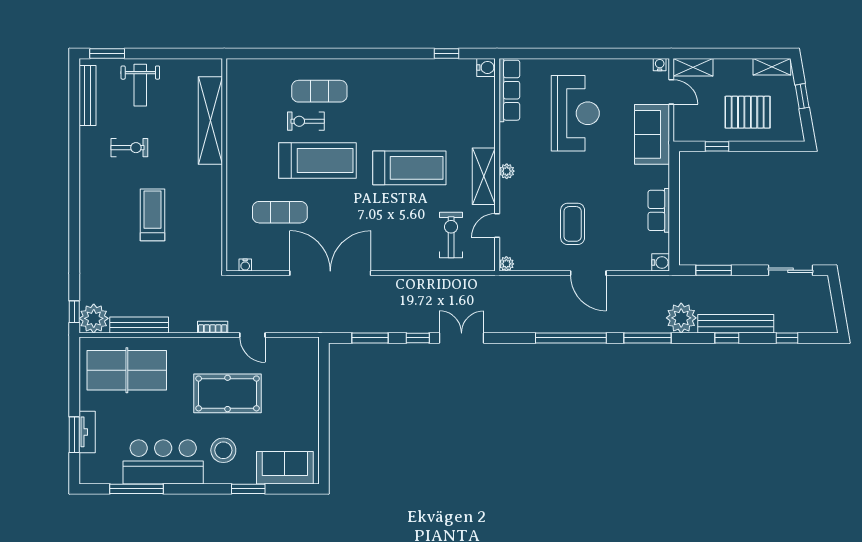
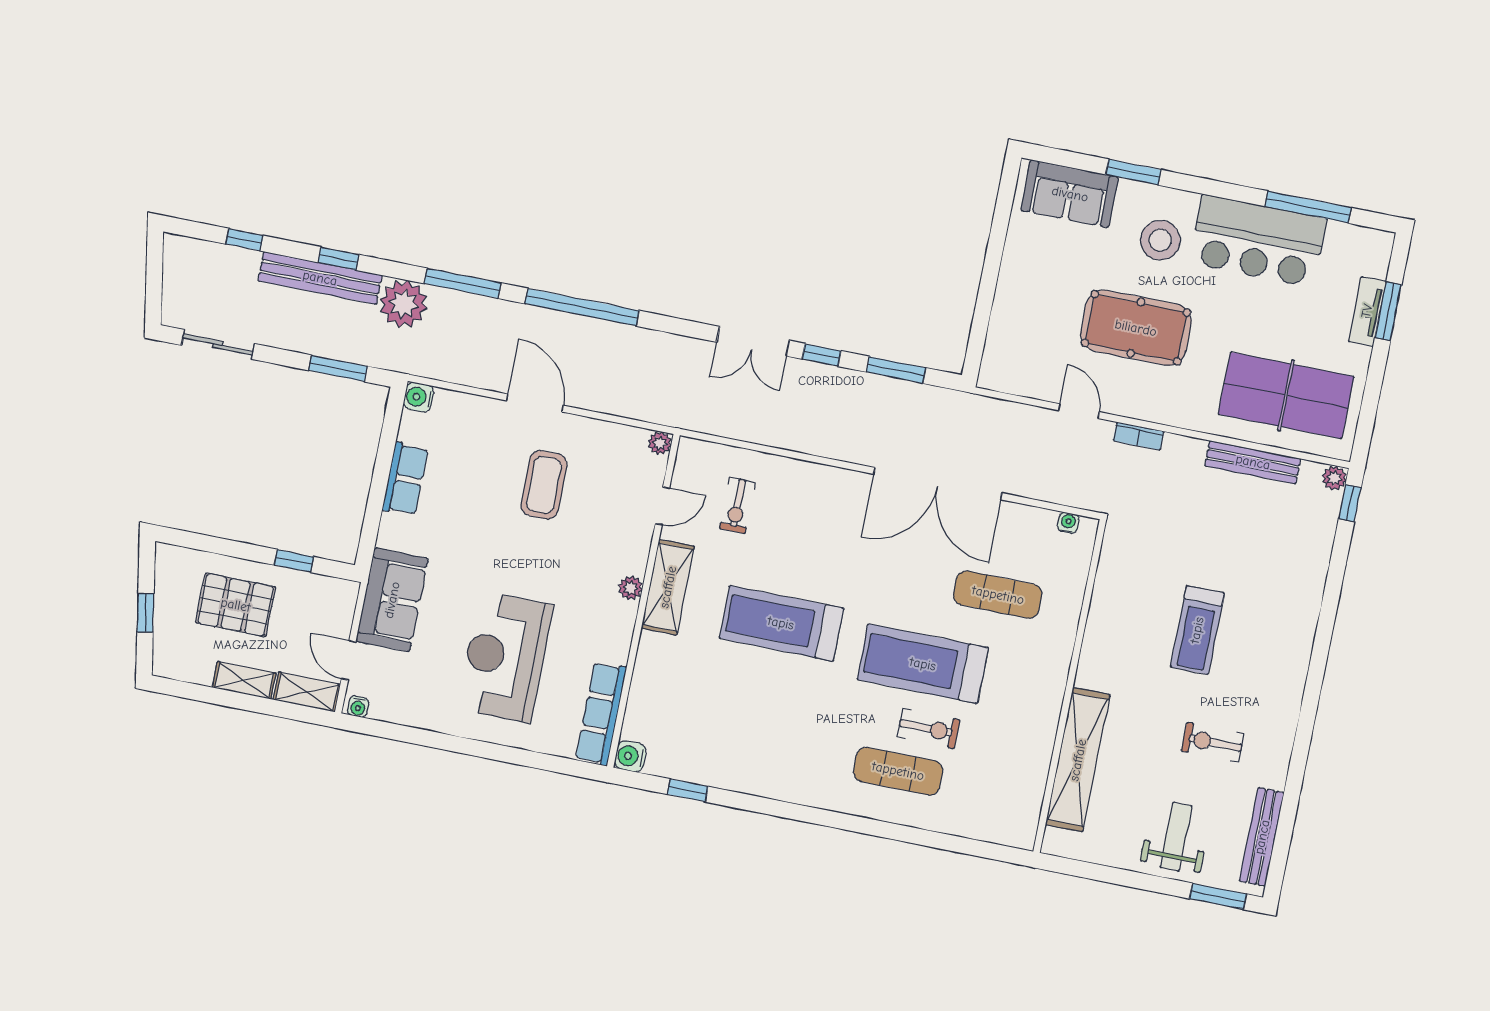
shelving: (772, 67) -> (244, 680), moved
exercise bike: (451, 235) -> (737, 505), width x0.73, depth x0.72
plant: (94, 318) -> (1334, 478), width x0.53, depth x0.53

